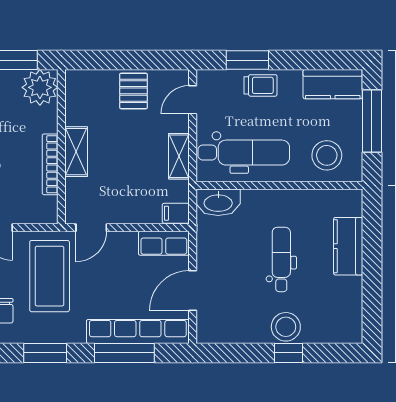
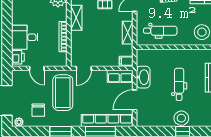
shelving: (76, 152) -> (76, 18), moved
dental chair: (244, 153) -> (160, 31), width x0.73, depth x0.72
washbasin: (218, 202) -> (143, 77), moved, turned -90

